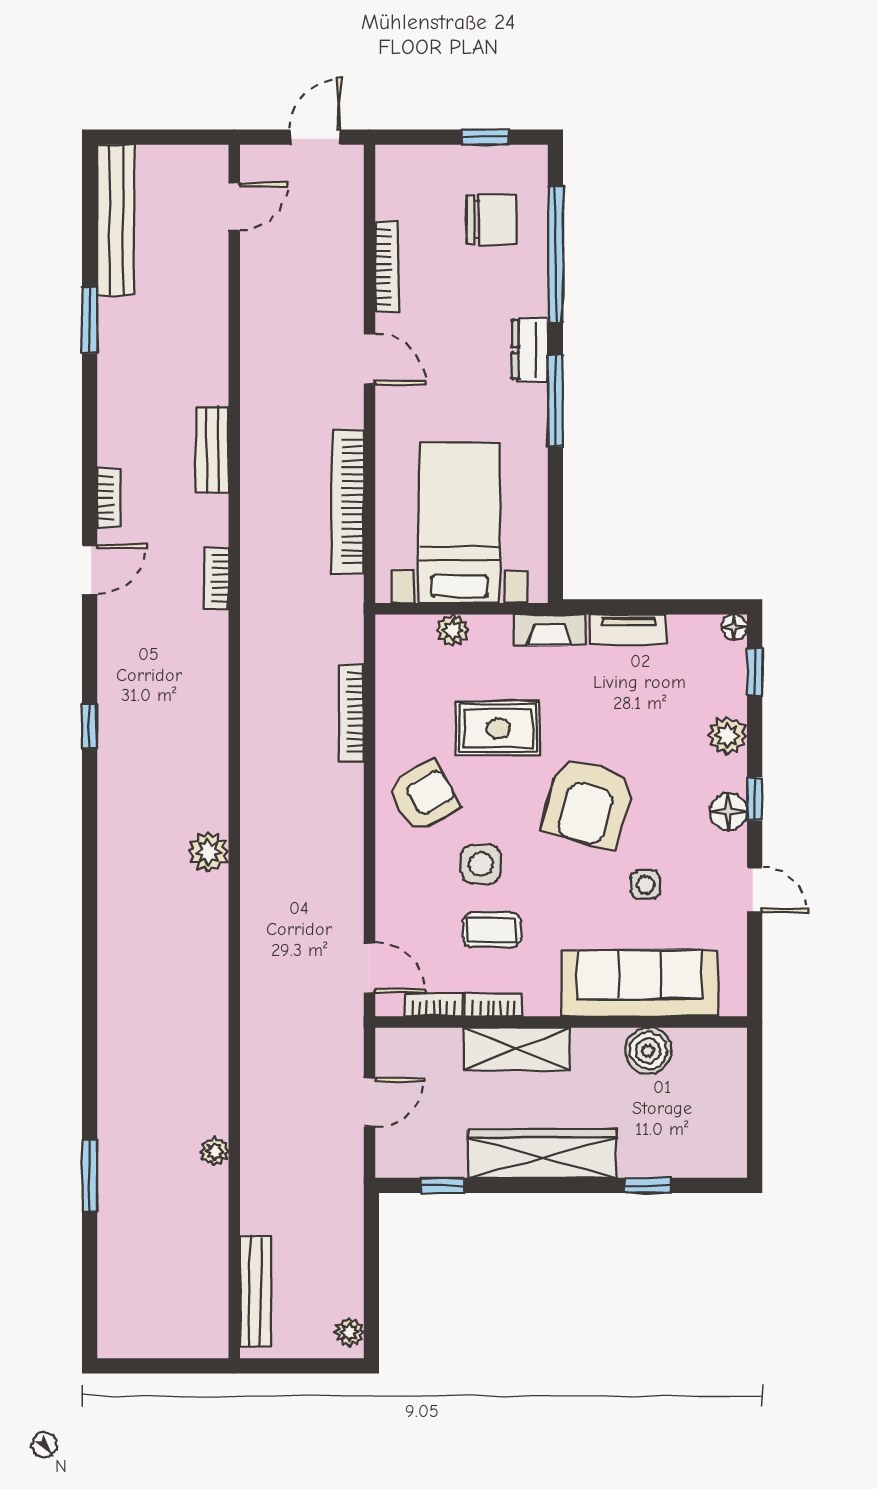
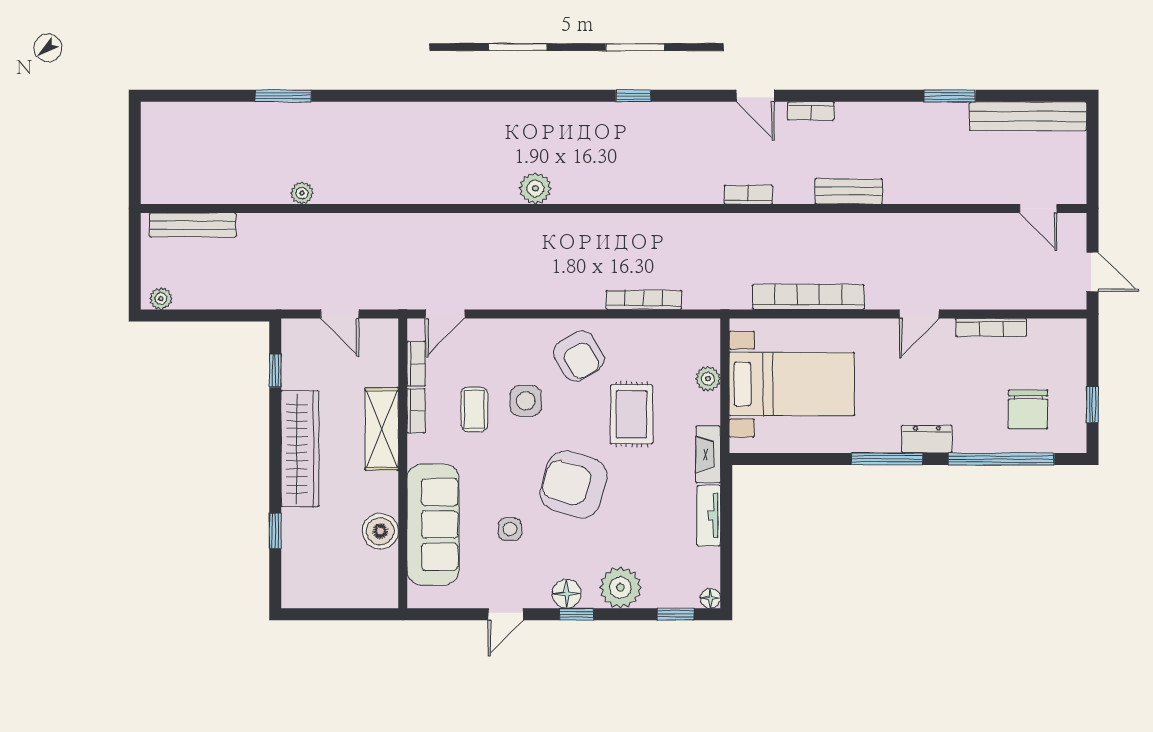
plant: (727, 736) -> (620, 587), width x1.36, depth x1.36

